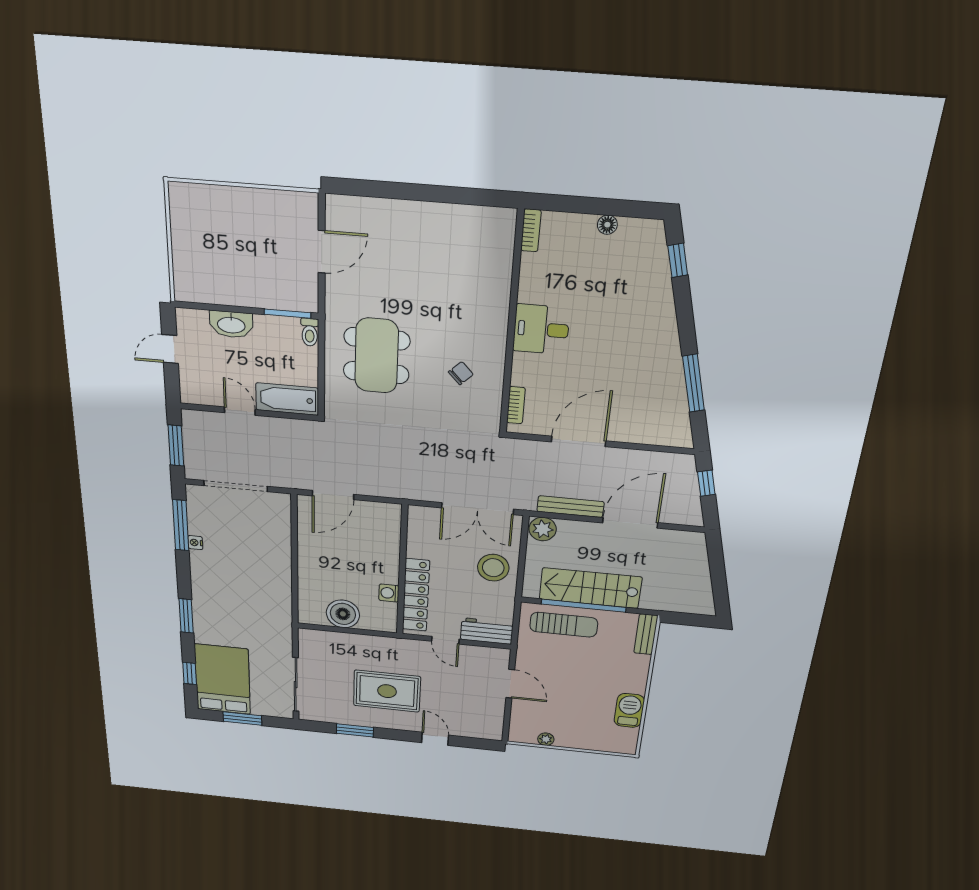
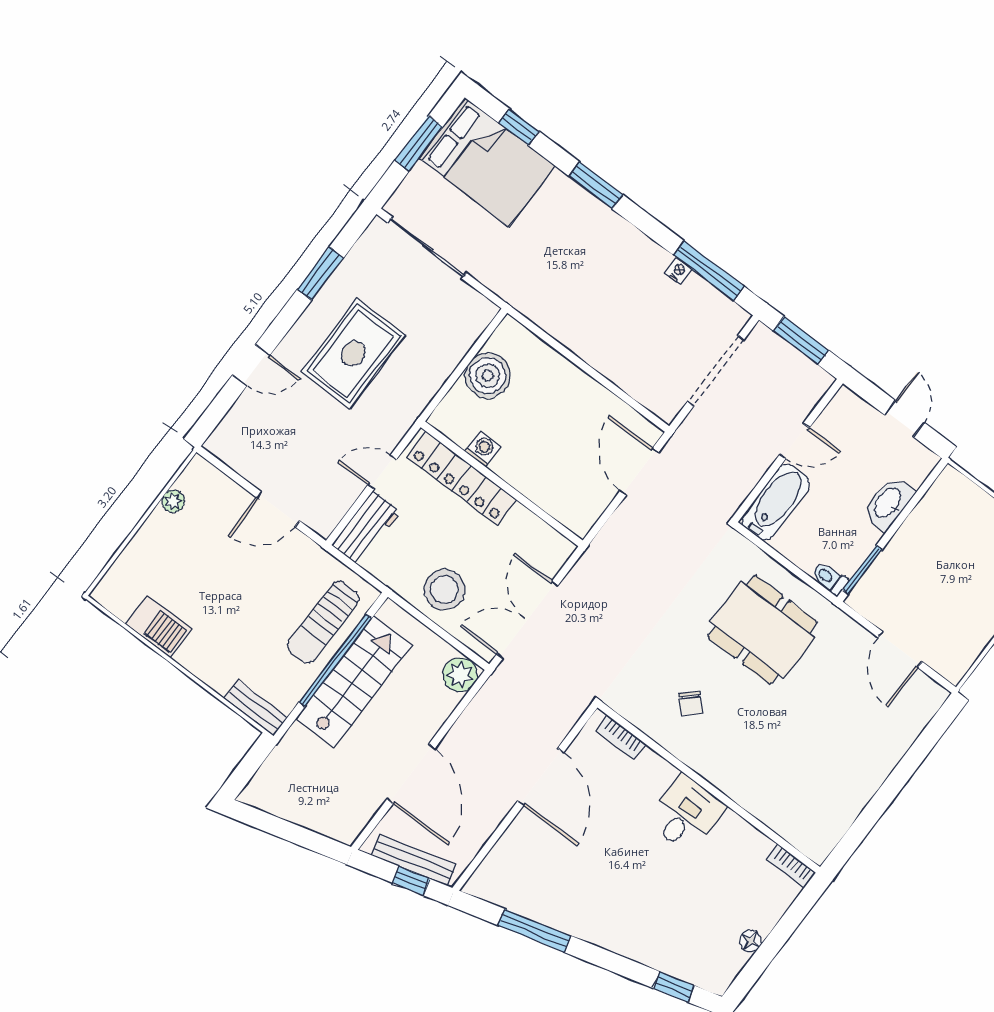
bench: (570, 507) -> (413, 860), moved, turned 75

